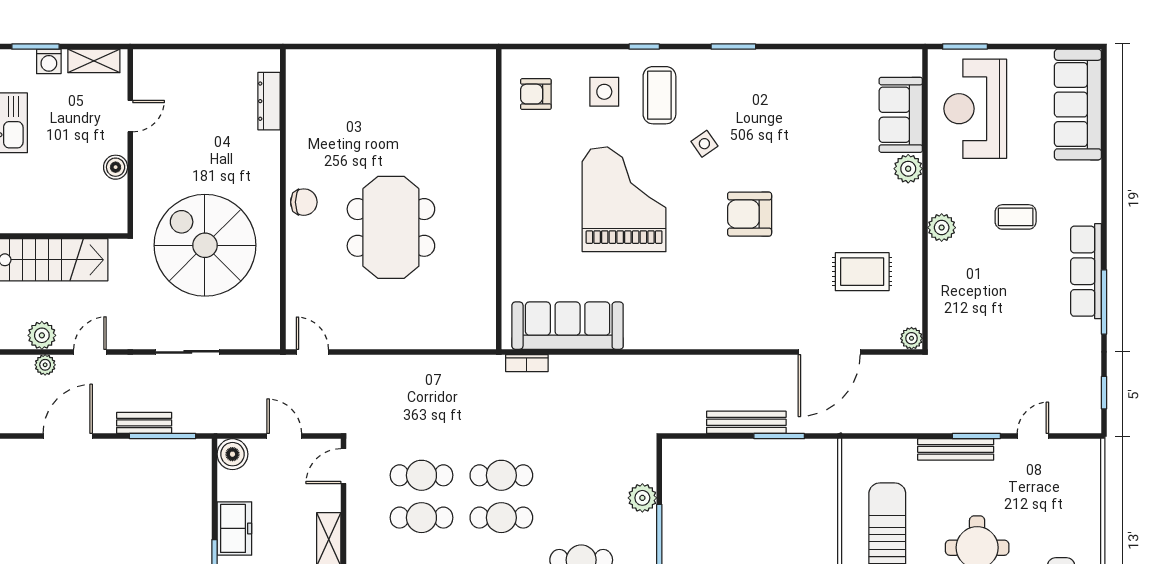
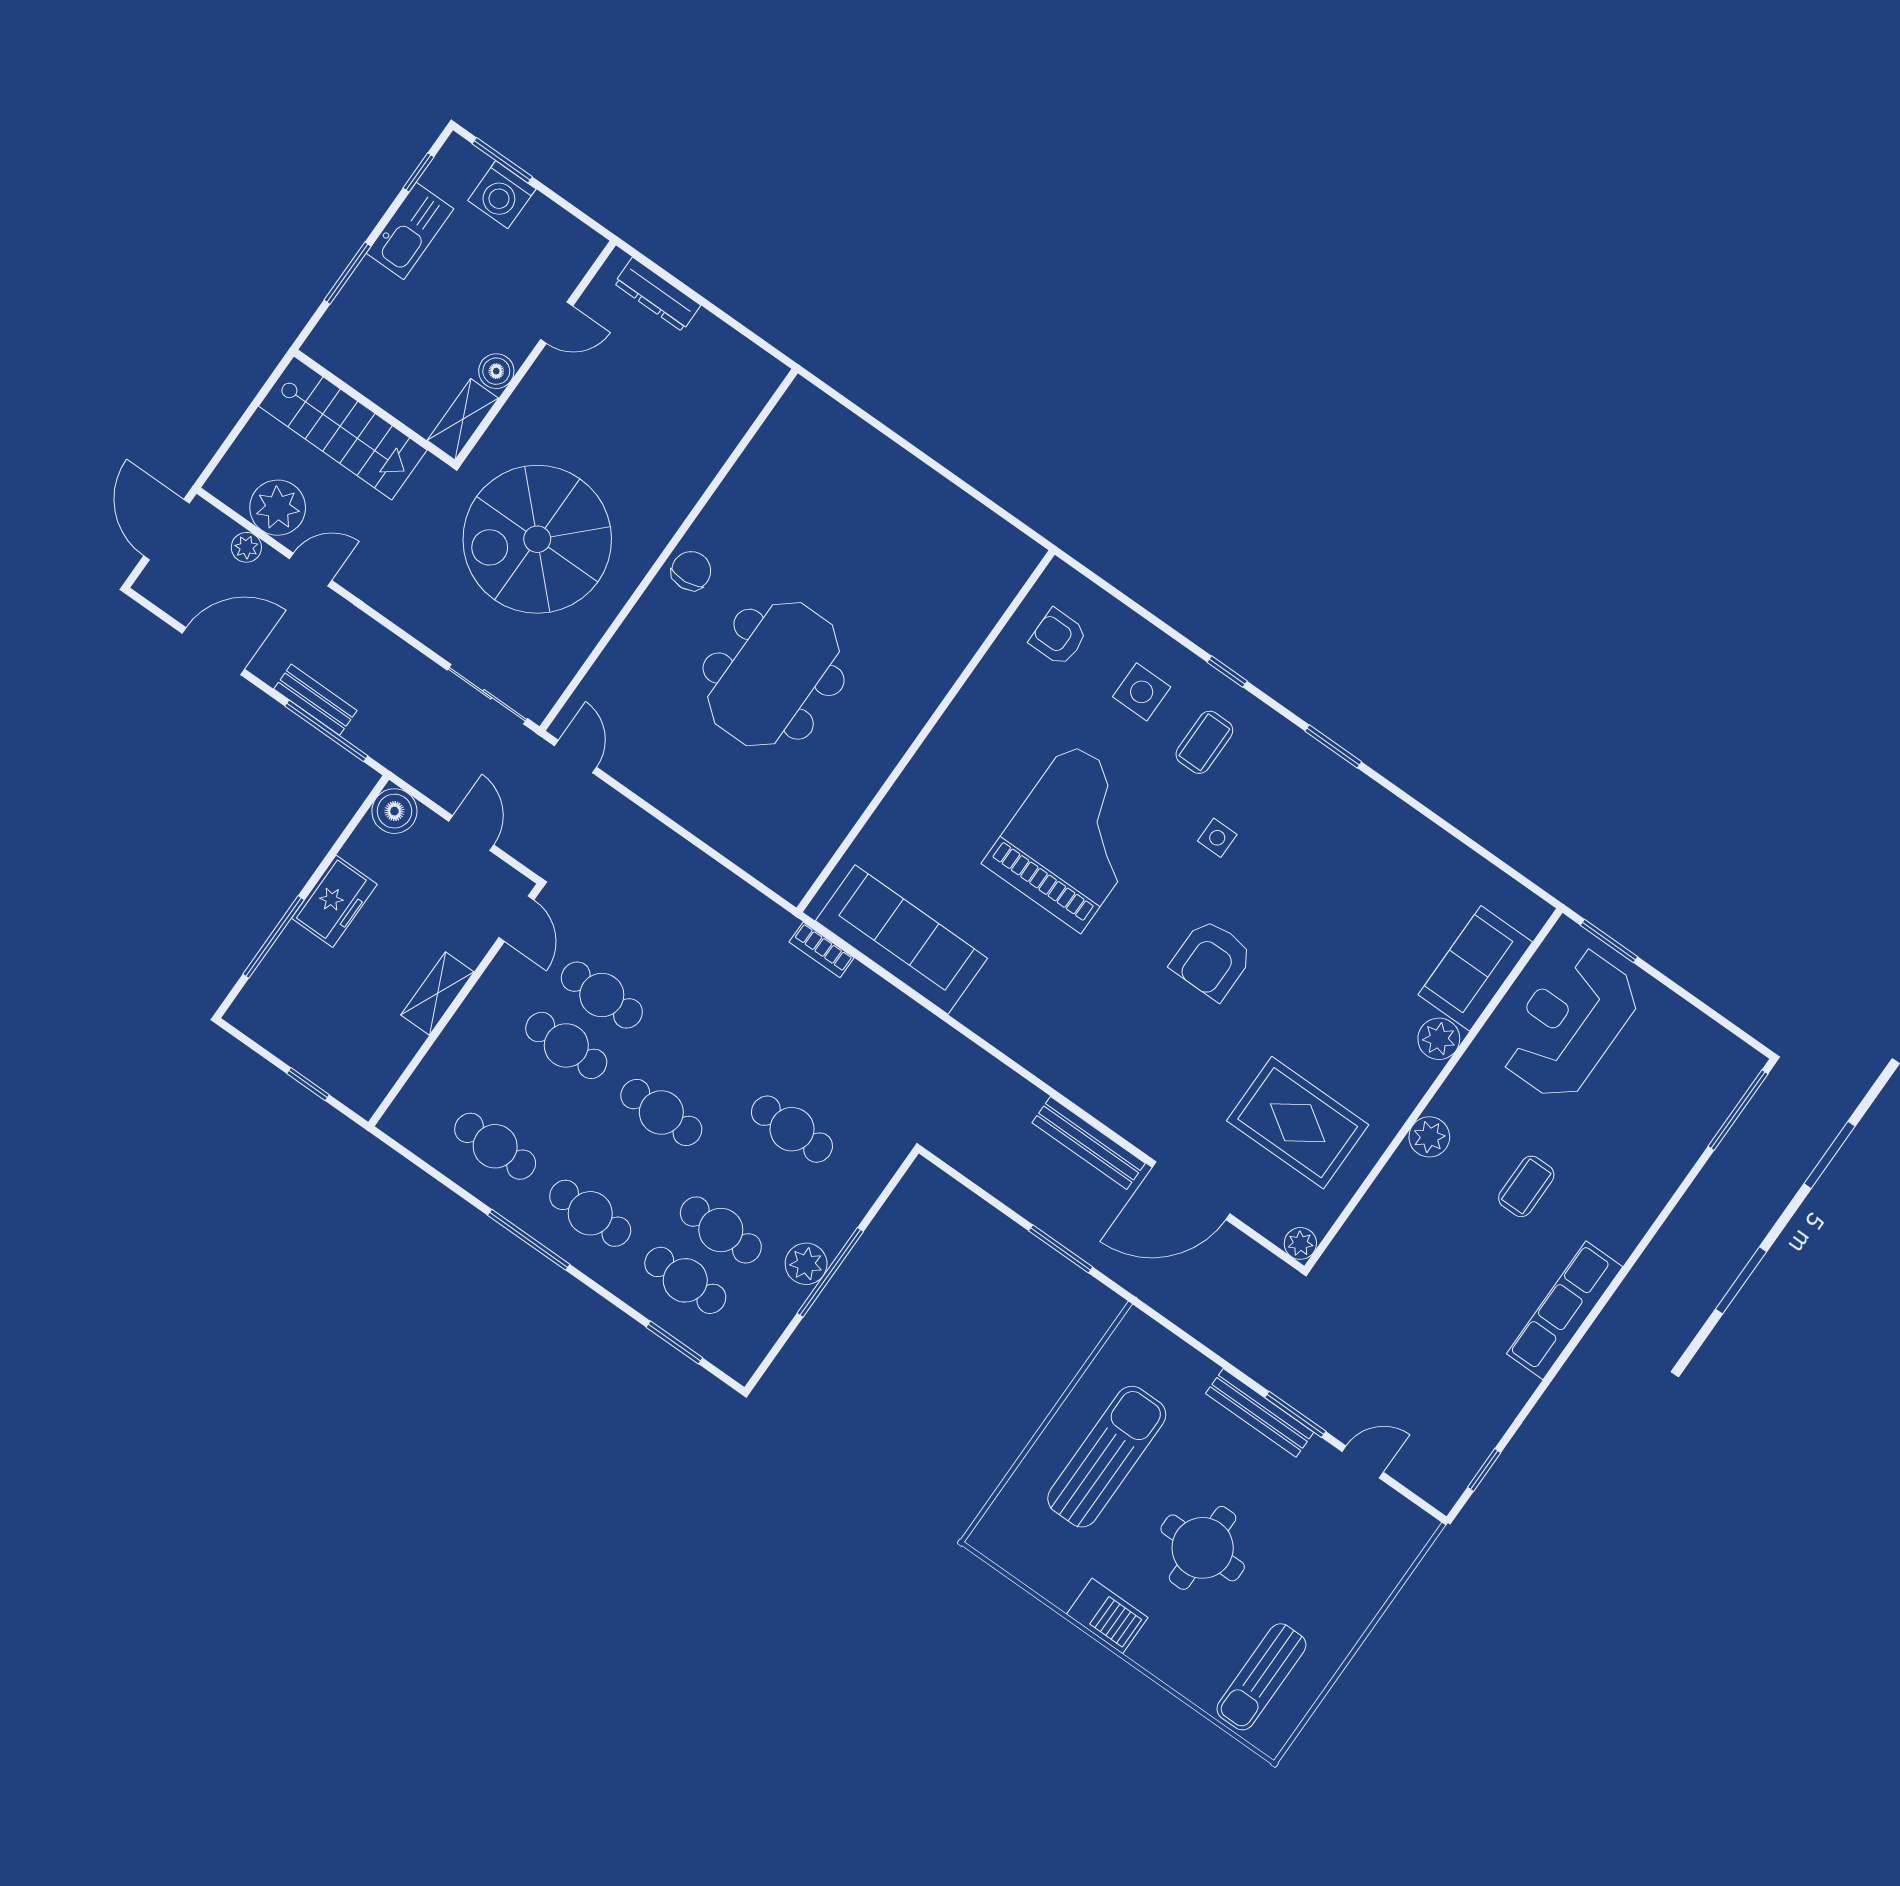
washing machine: (49, 61) -> (502, 195), width x1.38, depth x1.38
shelving: (94, 61) -> (463, 419), moved, turned 90
coffee table: (659, 95) -> (1204, 742), width x0.73, depth x0.77
dresser: (269, 101) -> (657, 294), moved, turned -90
sofa: (1078, 105) -> (1695, 1105), removed
side table: (704, 144) -> (1217, 838), turned 35
chair: (304, 202) -> (691, 571), turned -95
armchair: (750, 214) -> (1212, 960), turned -90
coffee table: (1016, 217) -> (1526, 1186), turned 90
spiral stairs: (205, 245) -> (537, 539), turned -90
rug: (862, 272) -> (1298, 1123), width x1.36, depth x1.43
window: (1104, 302) -> (1738, 1110), moved
plant: (42, 335) -> (278, 508), width x1.36, depth x1.36
sliding door: (188, 352) -> (487, 694), moved
bench: (746, 422) -> (1089, 1143), moved
door: (343, 466) -> (516, 919), swing flipped
cafe table: (501, 475) -> (792, 1129), moved
plant: (642, 498) -> (806, 1264), moved

